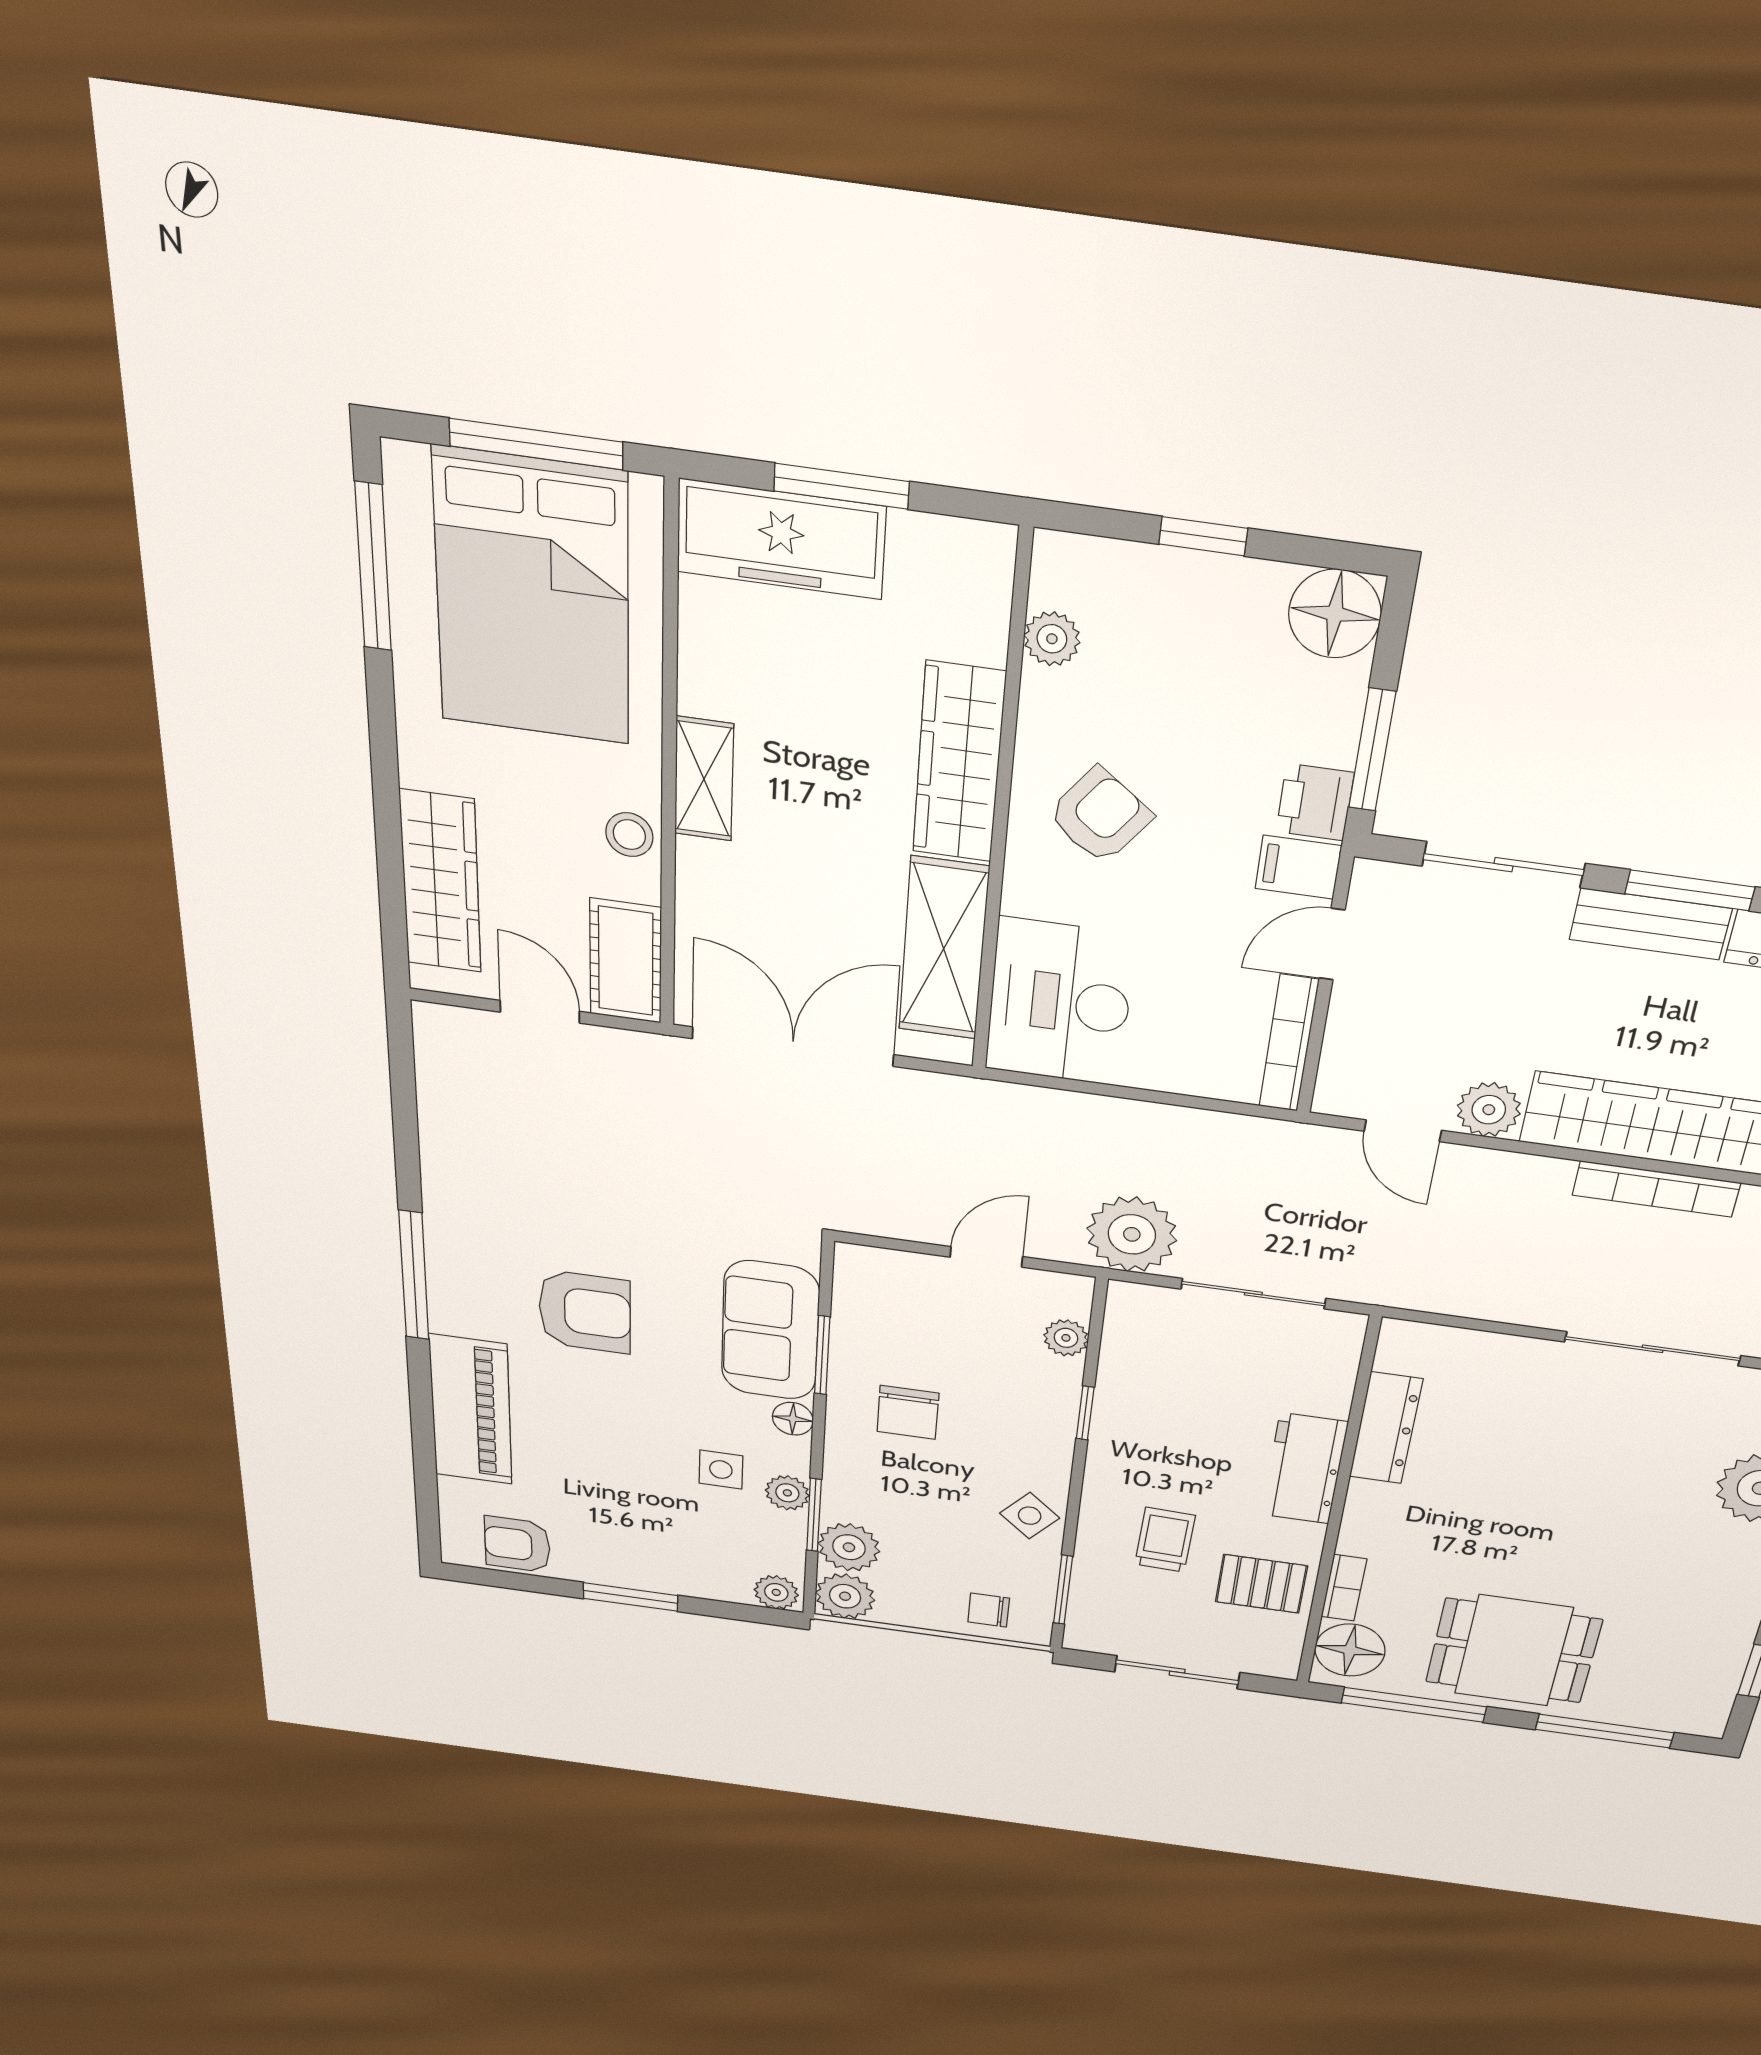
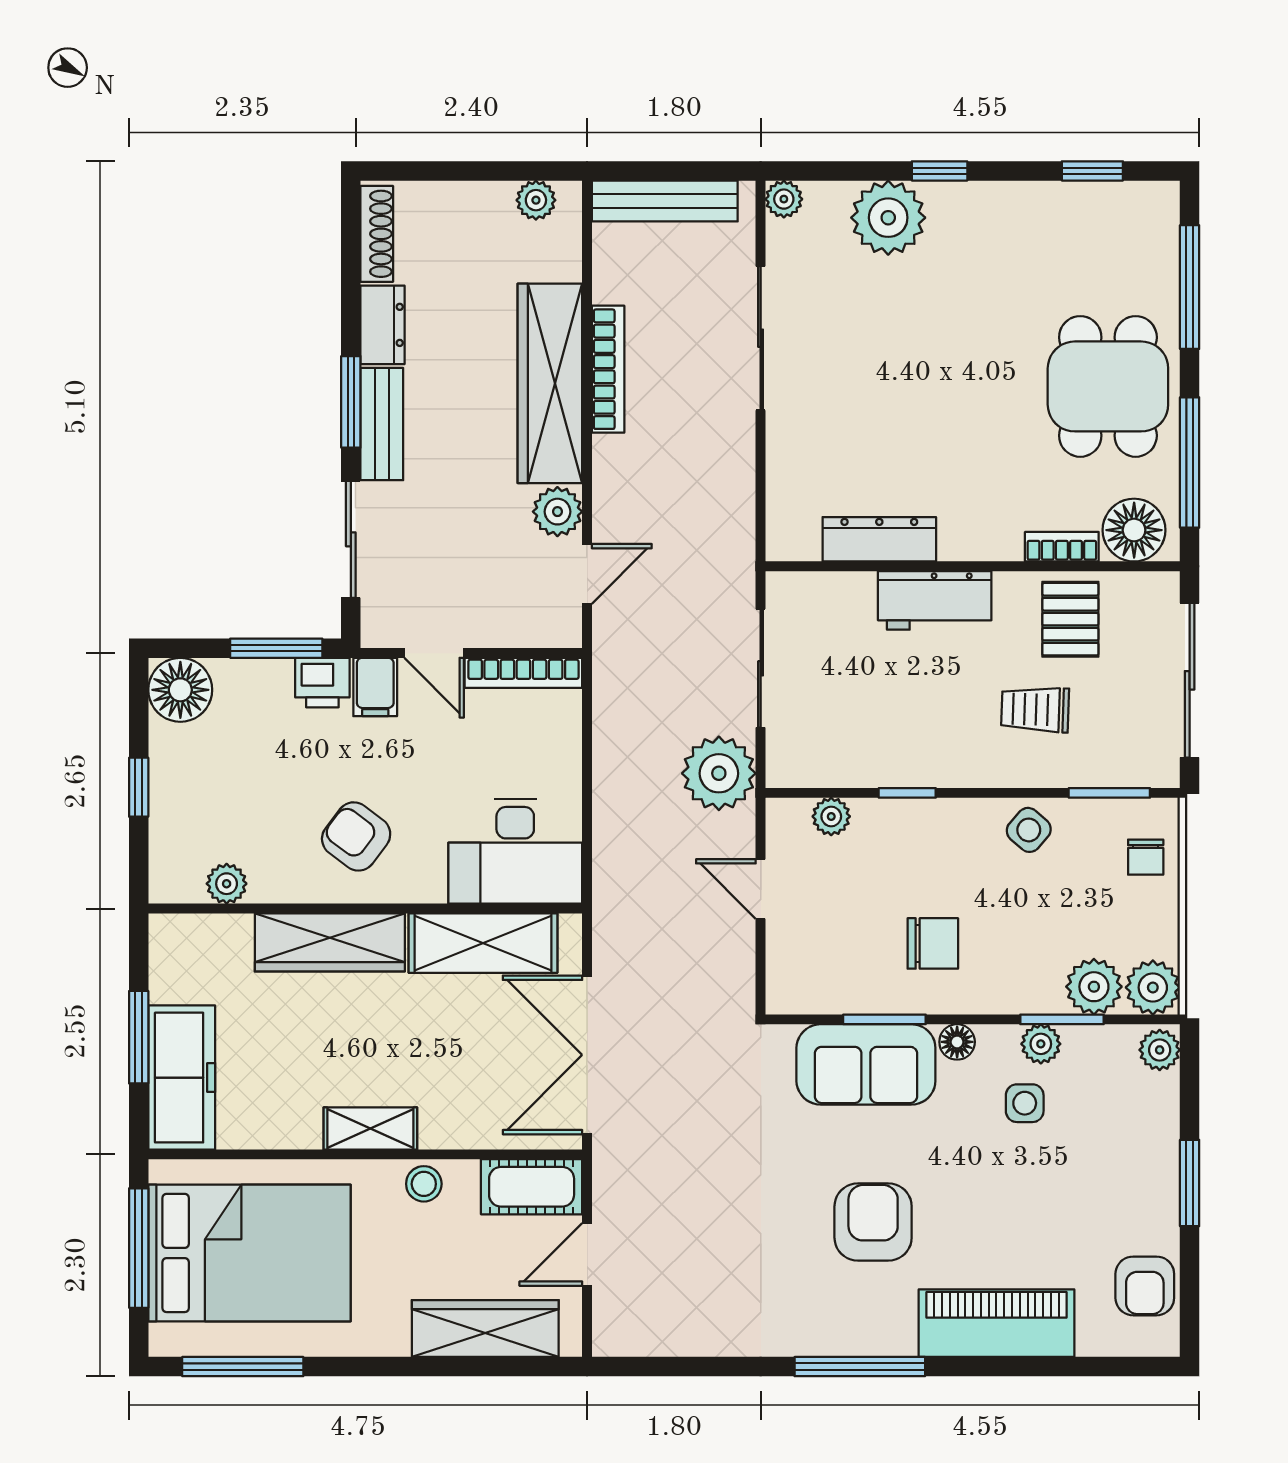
sliding door: (1177, 1672) -> (1190, 680), width x1.37

